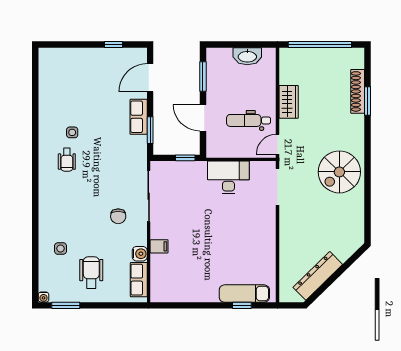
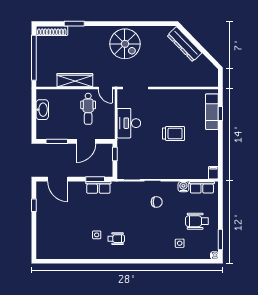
shoe rack: (358, 91) -> (52, 31), moved
wardrobe: (289, 102) -> (75, 80), width x1.50
row of seats: (139, 117) -> (98, 187), moved
trolley: (214, 240) -> (174, 134), added
filing cabinet: (159, 246) -> (213, 173), moved
dresser: (318, 276) -> (185, 44), moved

